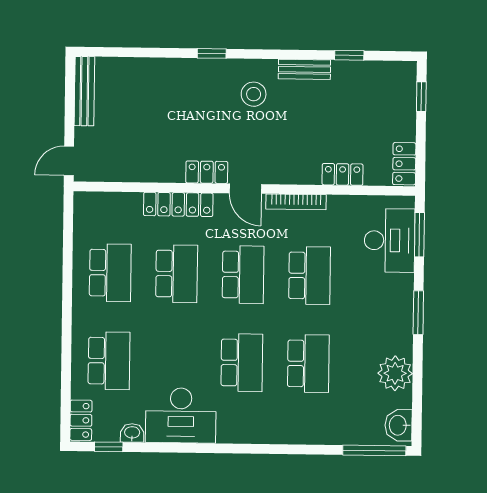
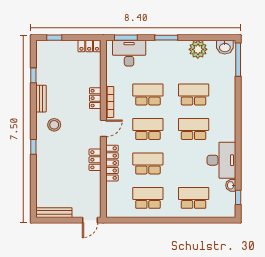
door: (69, 161) -> (90, 220), hinge flipped
locker: (207, 172) -> (95, 160), moved
locker: (342, 174) -> (95, 98), moved
locker: (81, 420) -> (225, 212), removed

